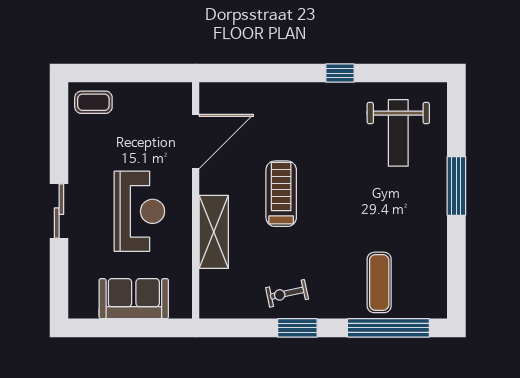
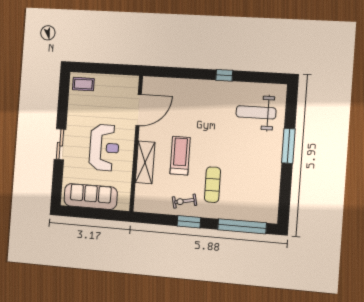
weight bench: (398, 133) -> (256, 112), turned 90
treadmill: (281, 194) -> (180, 156), moved
exercise mat: (379, 282) -> (213, 185), moved
sofa: (134, 299) -> (91, 196), width x1.36

